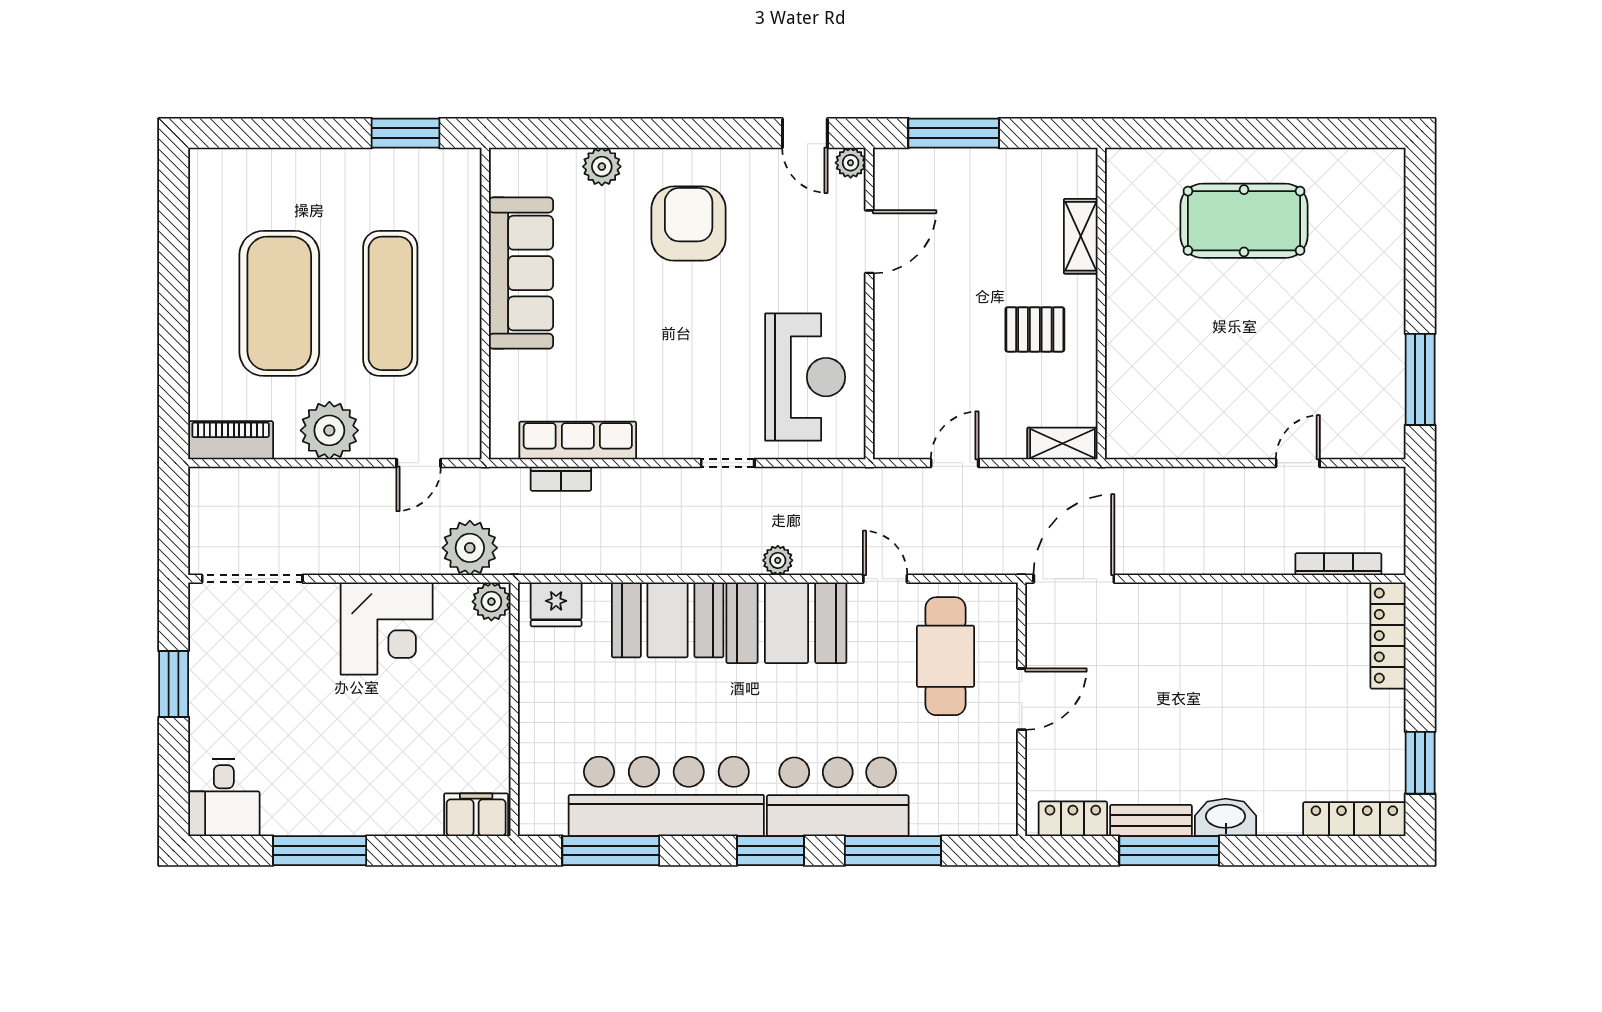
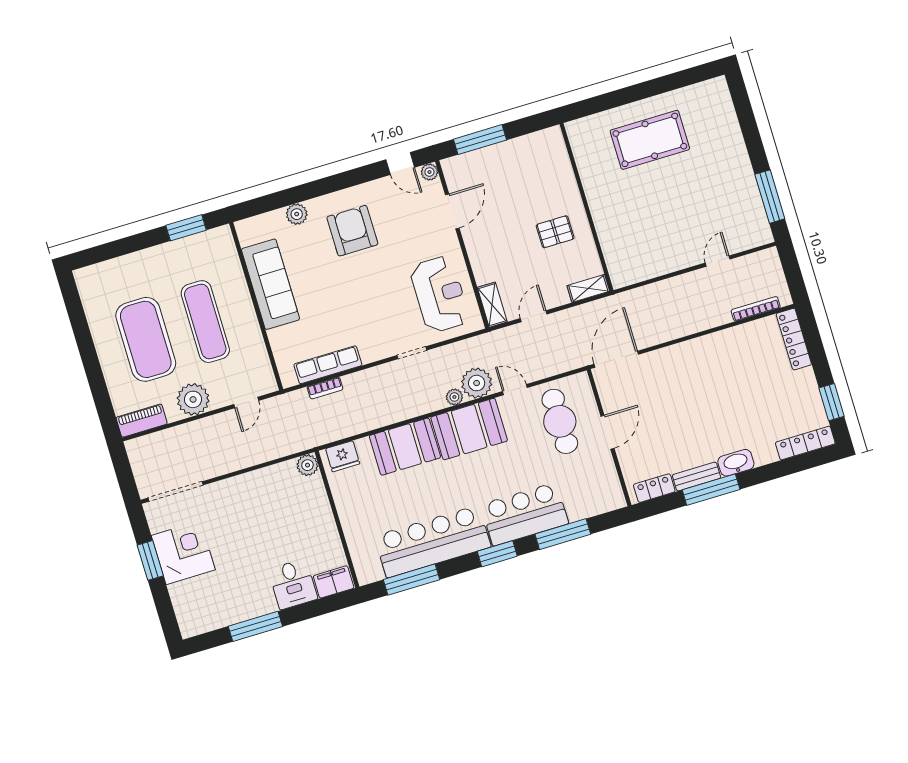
shelving: (1081, 236) -> (492, 305), moved
plant: (470, 548) -> (477, 383), moved
corner desk: (387, 628) -> (183, 553), moved, turned -90
desk: (224, 798) -> (293, 584), moved

